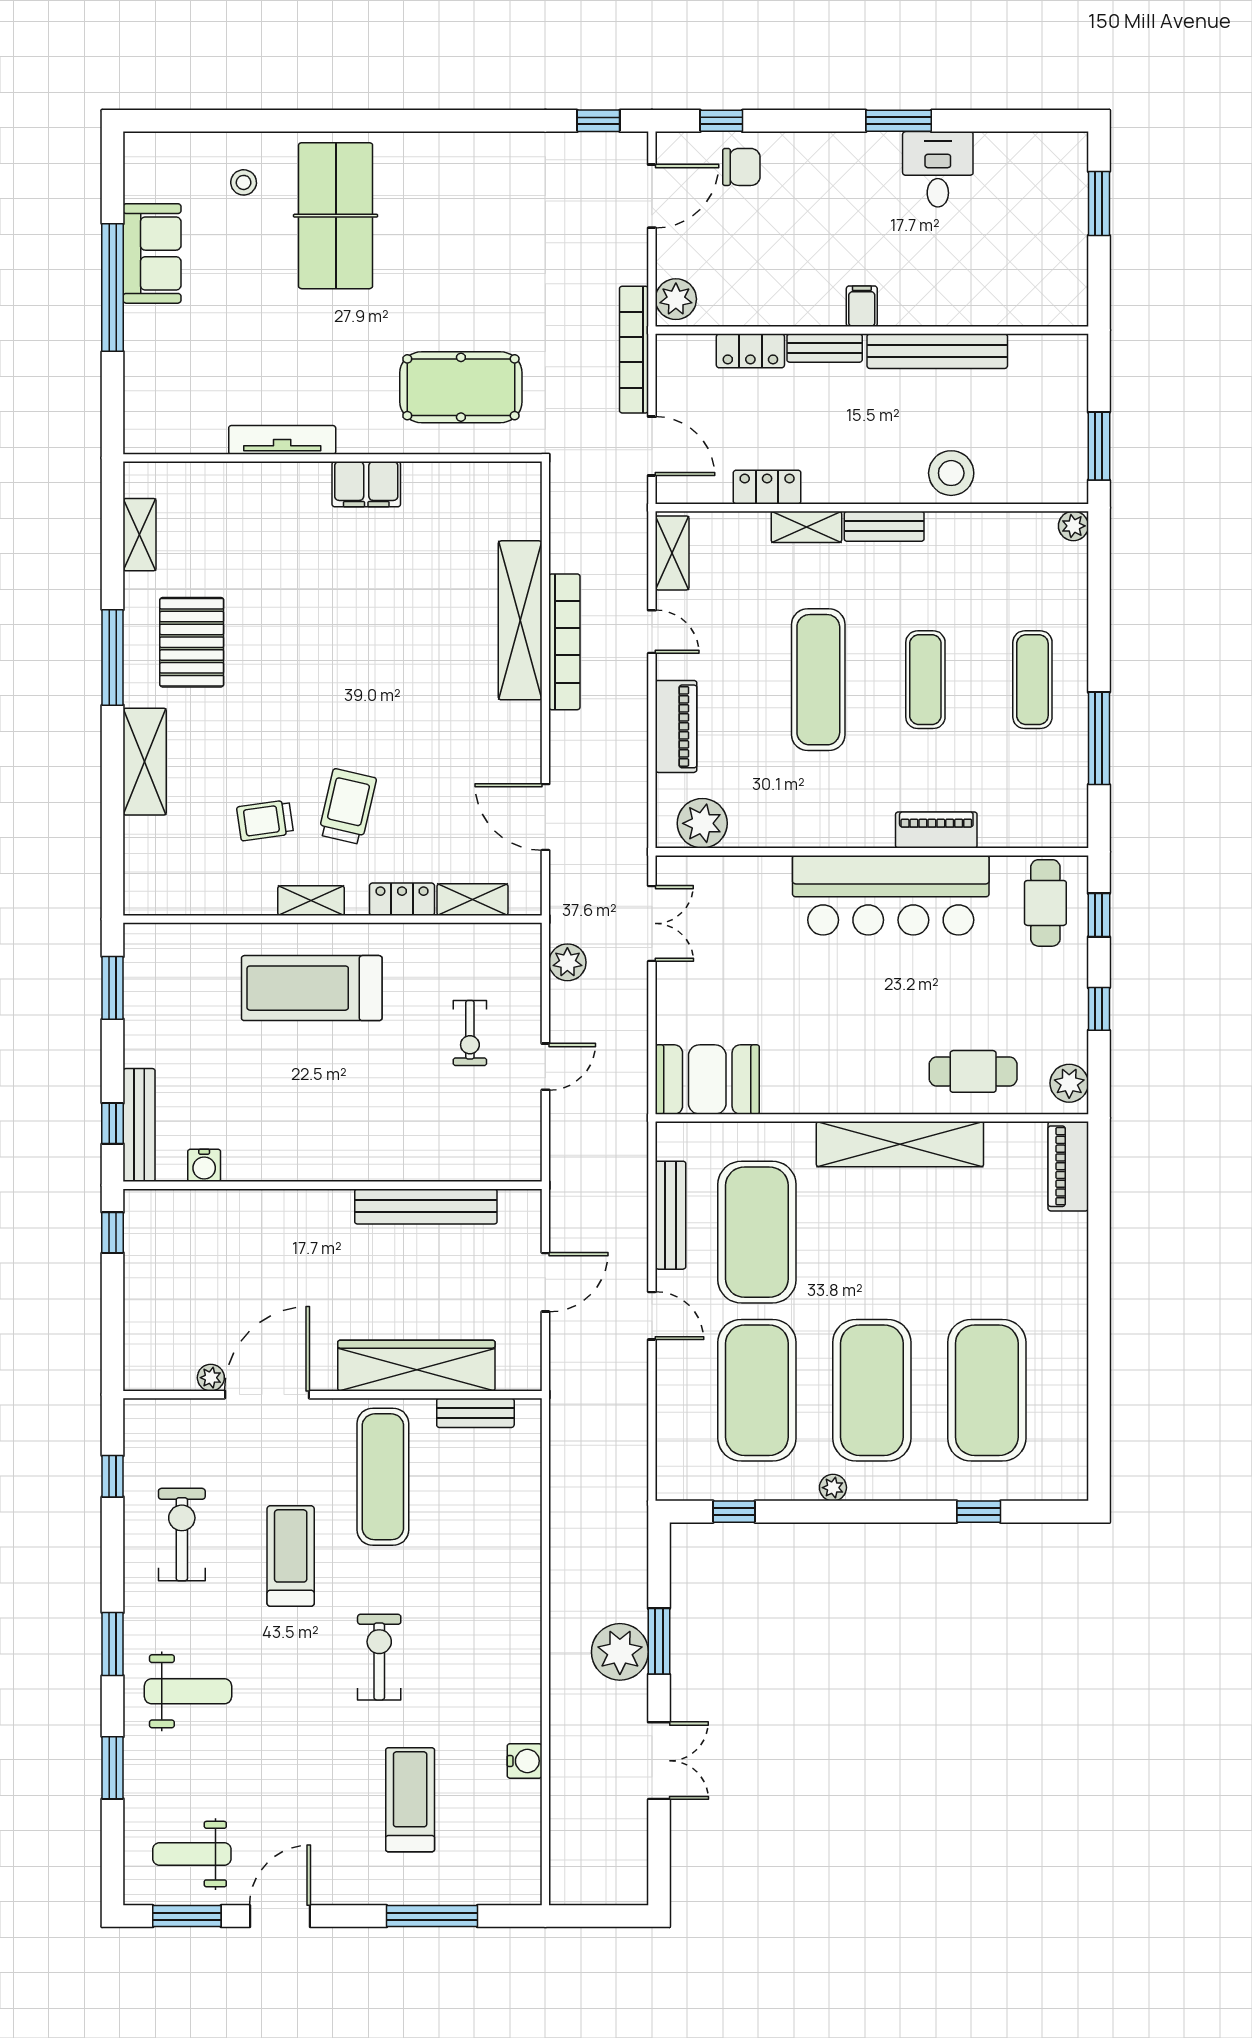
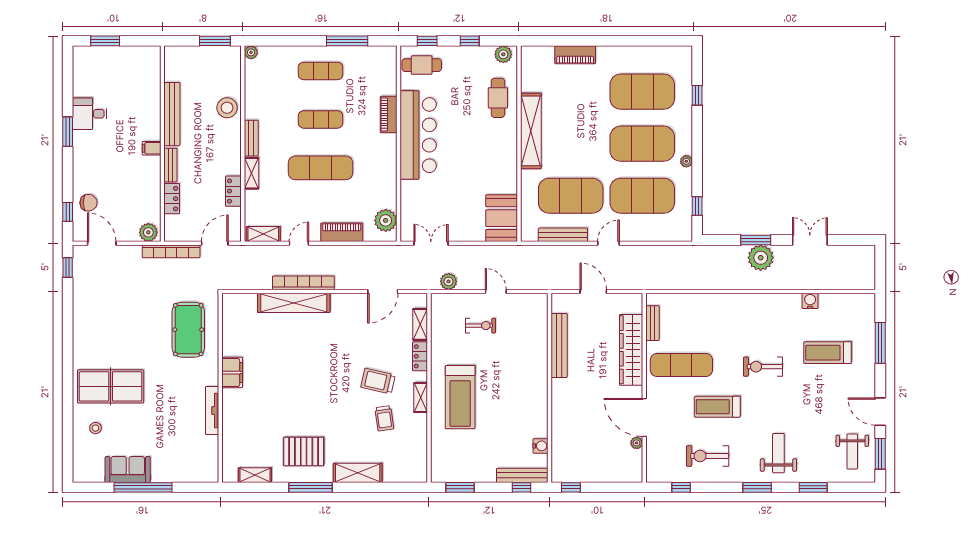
chair: (741, 167) -> (89, 203), turned 90
piano: (1068, 1166) -> (575, 55), moved

